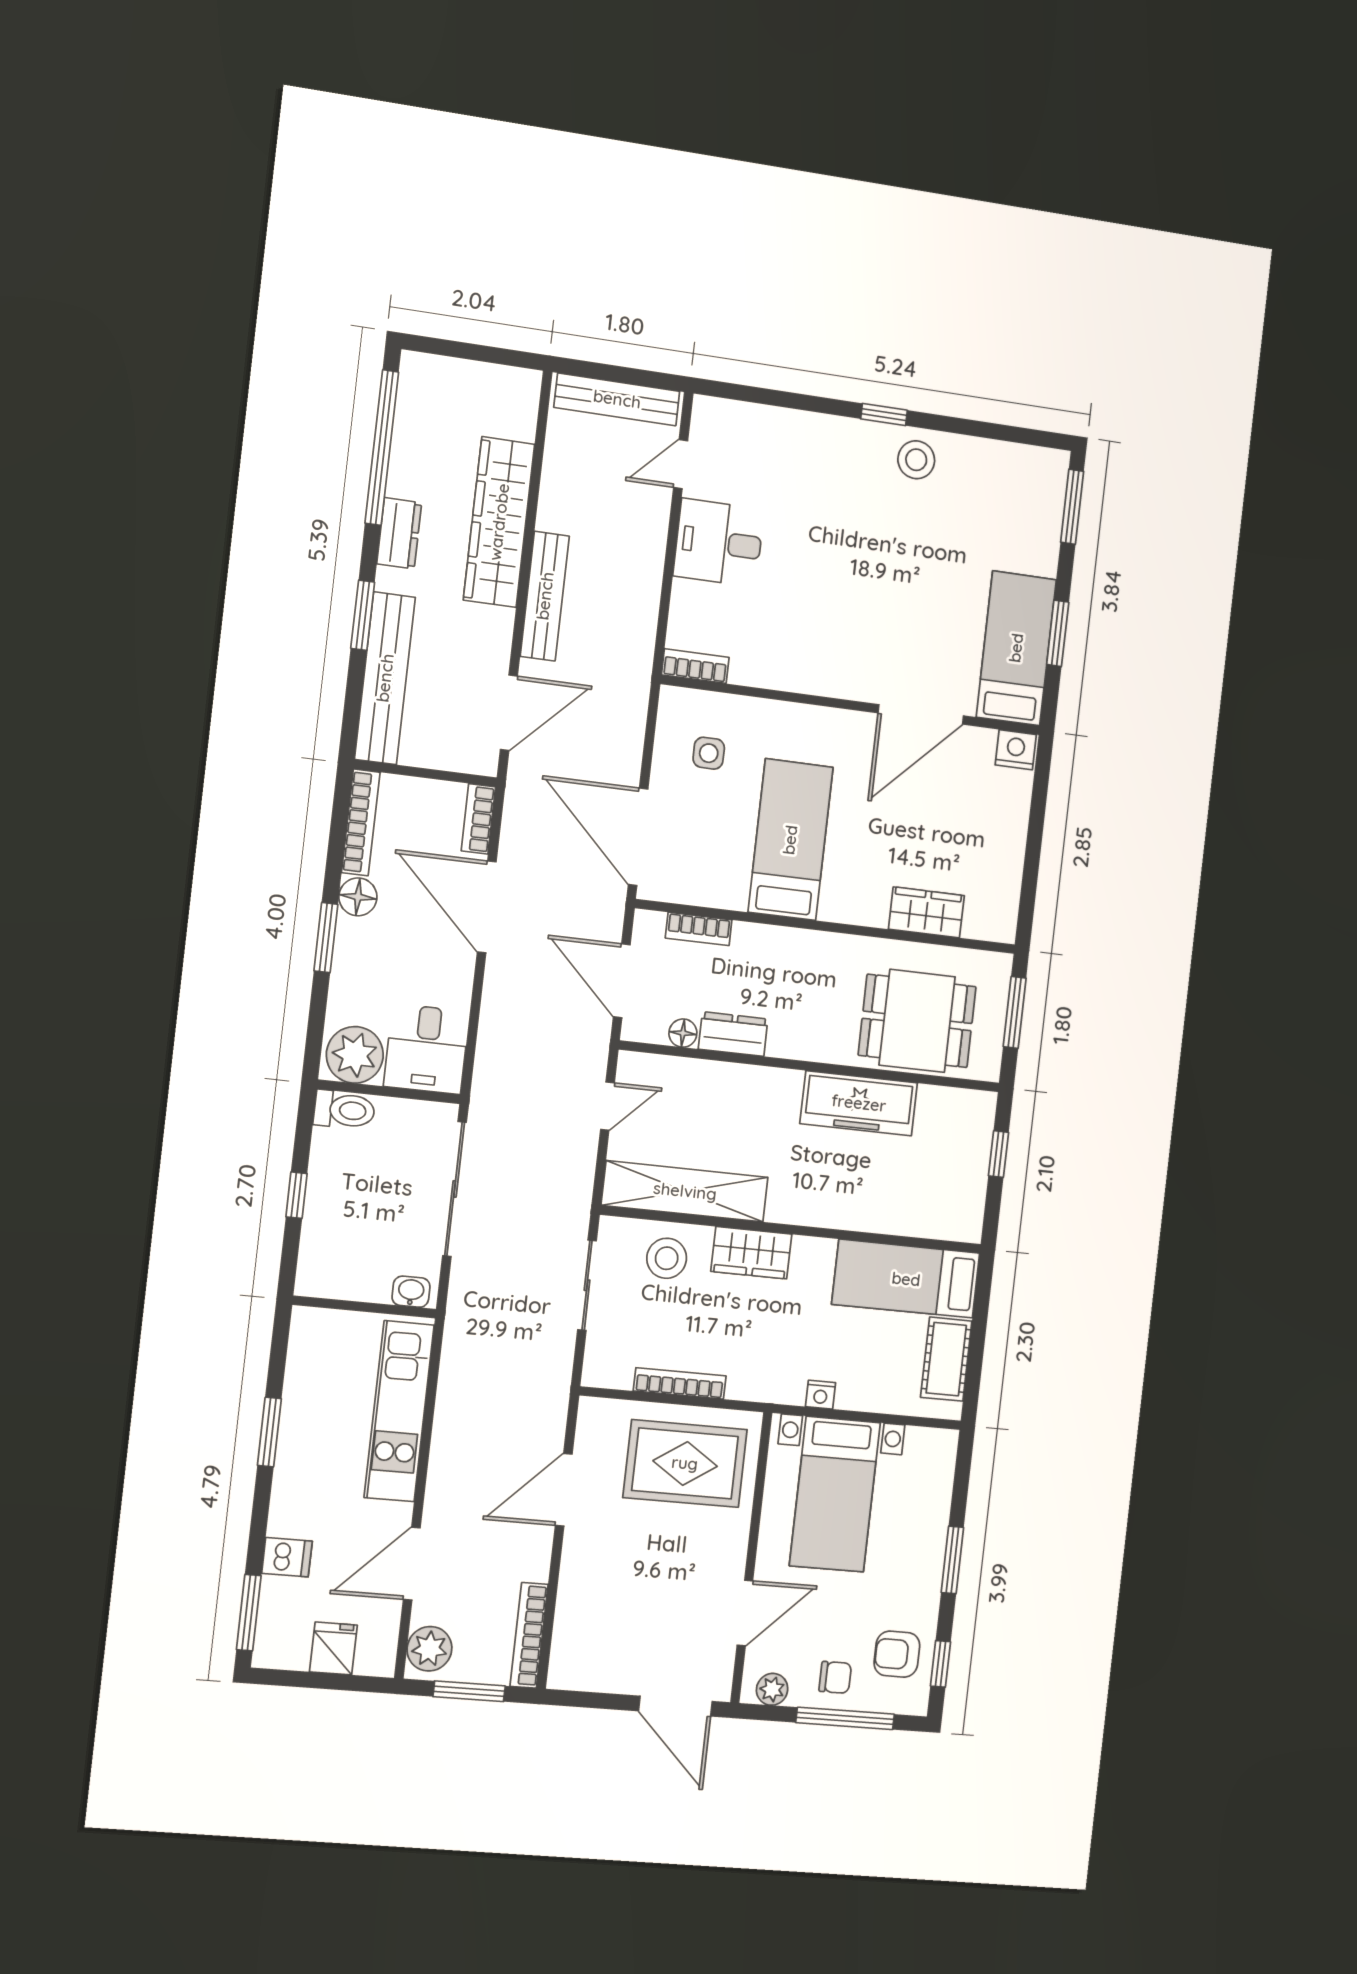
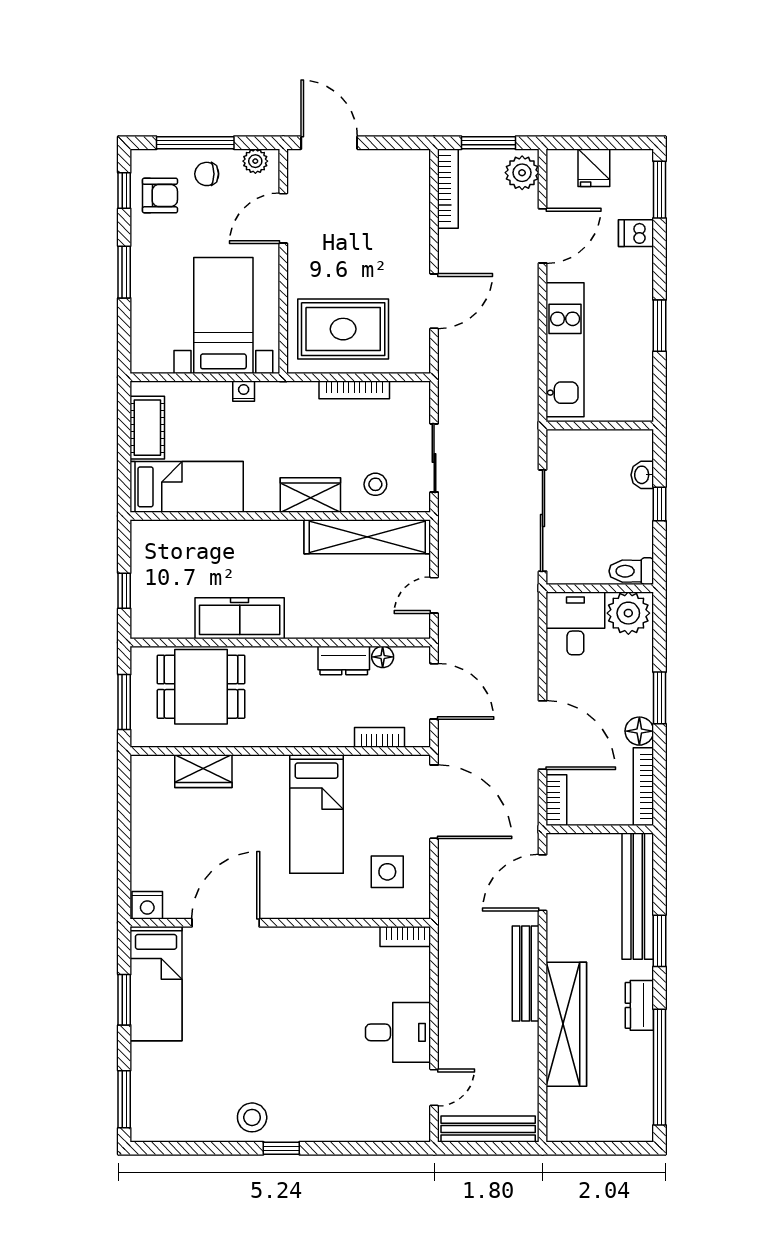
side table: (709, 753) -> (387, 872), width x1.37, depth x1.37
stool: (667, 1258) -> (375, 484), width x0.73, depth x0.73
washbasin: (411, 1292) -> (642, 475), moved, turned 90

